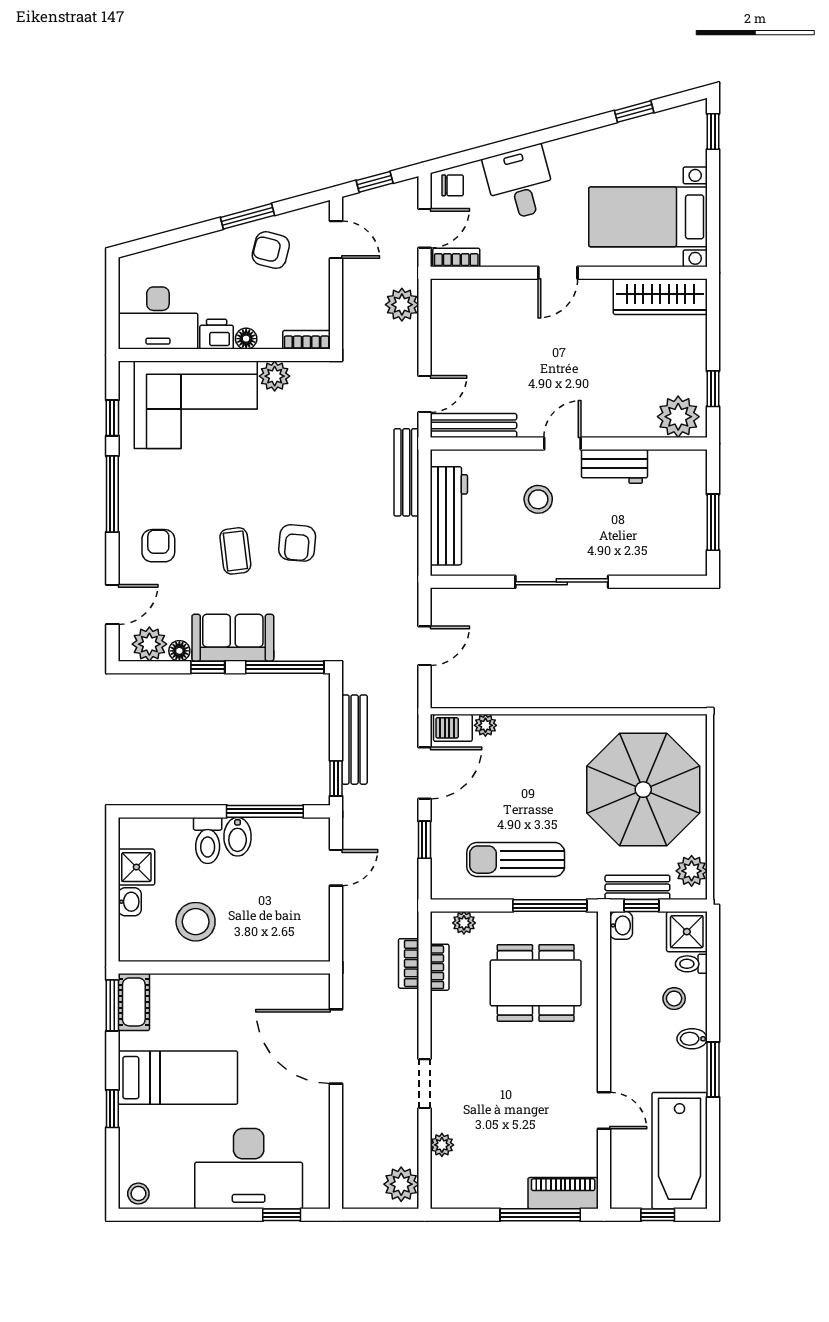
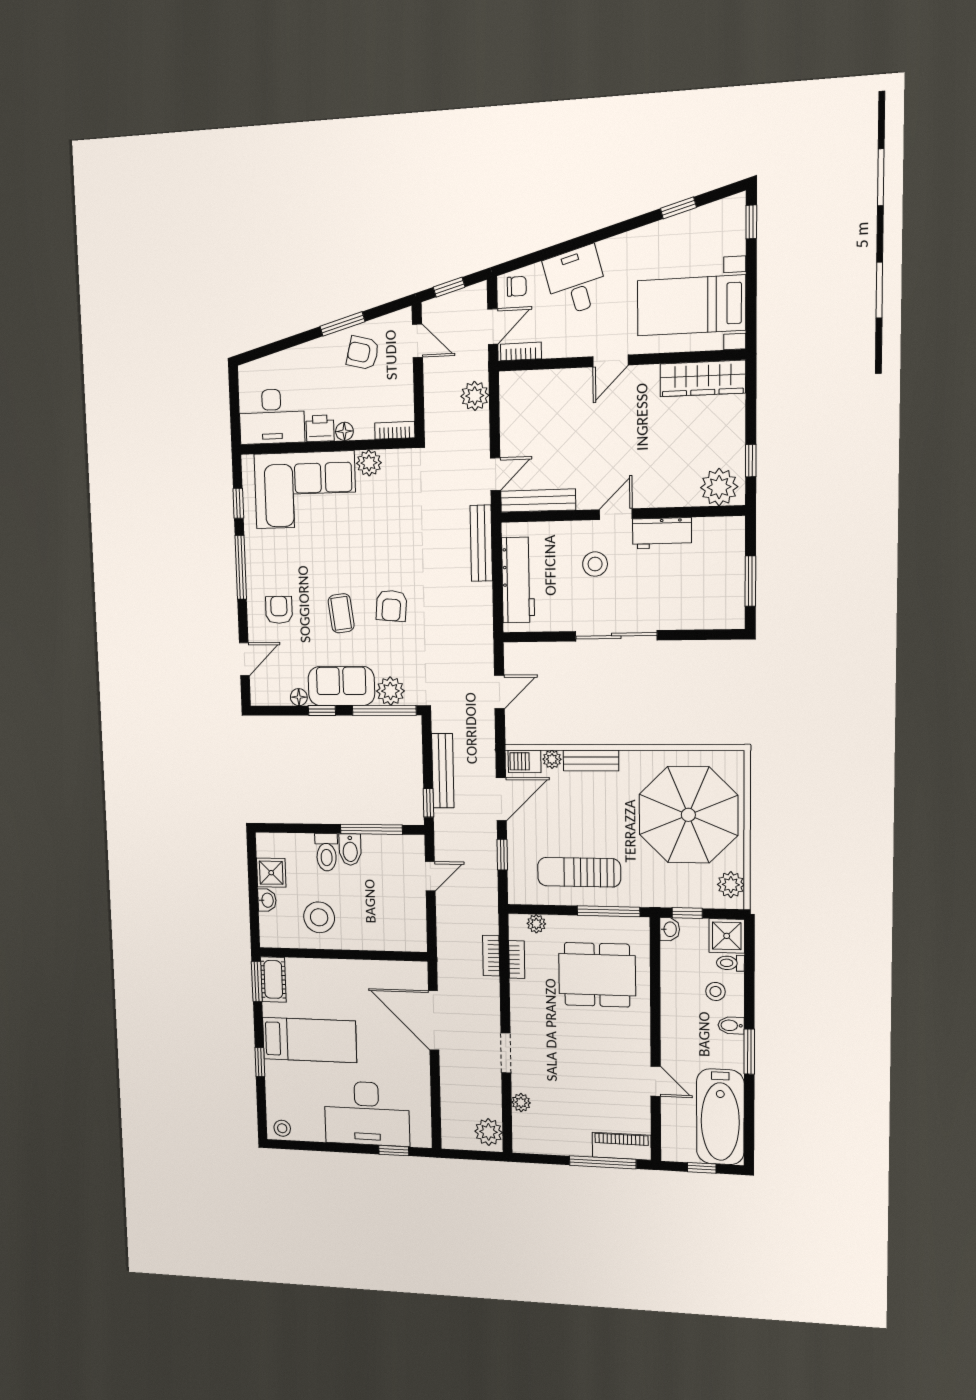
plant: (149, 644) -> (390, 691), moved
bench: (637, 887) -> (591, 760), moved

